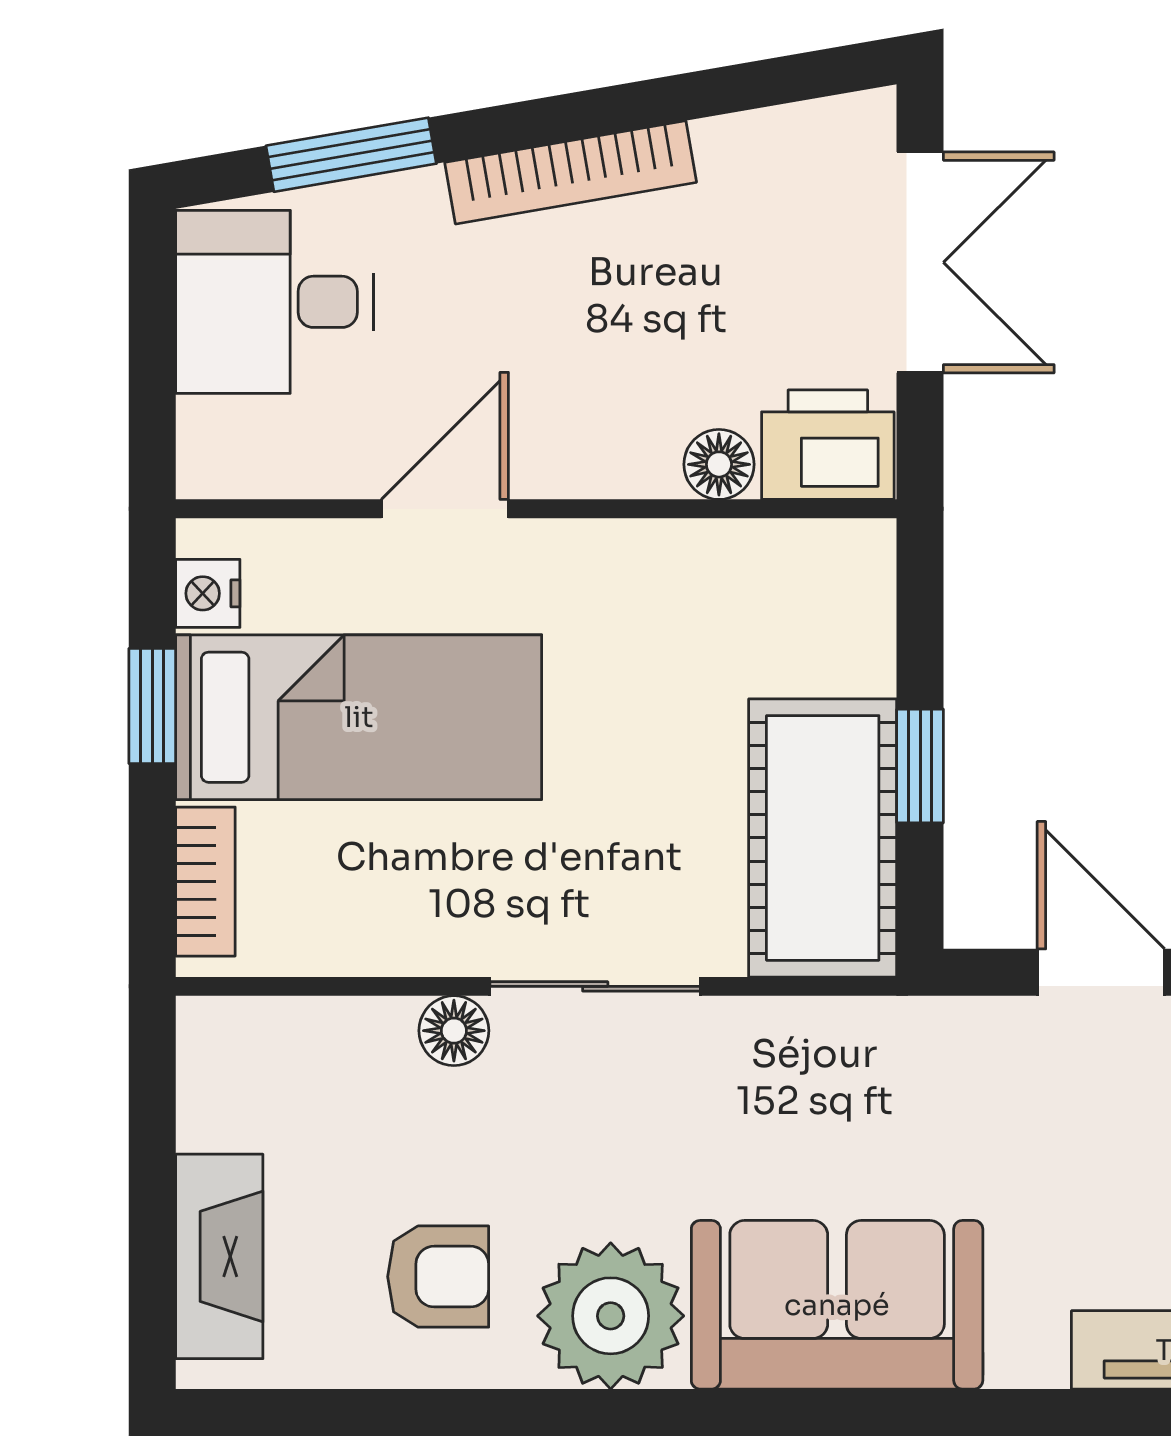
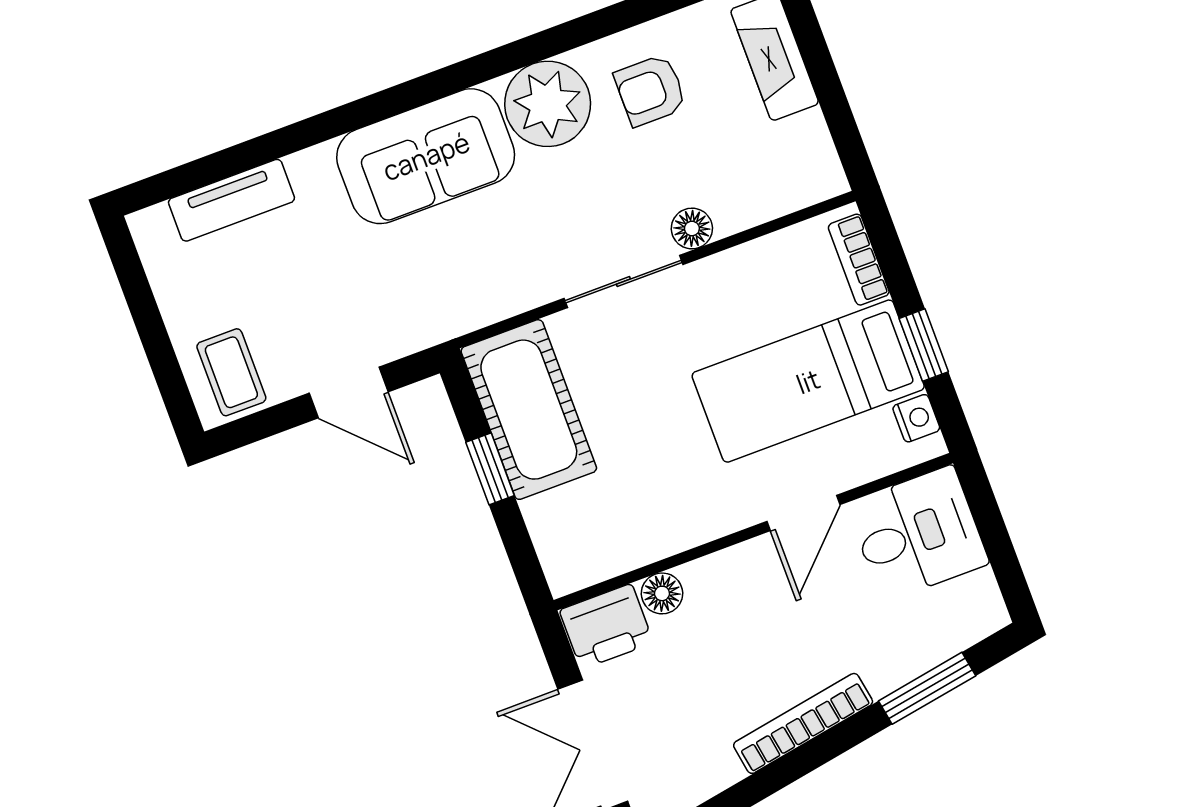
desk: (274, 302) -> (918, 534), moved

